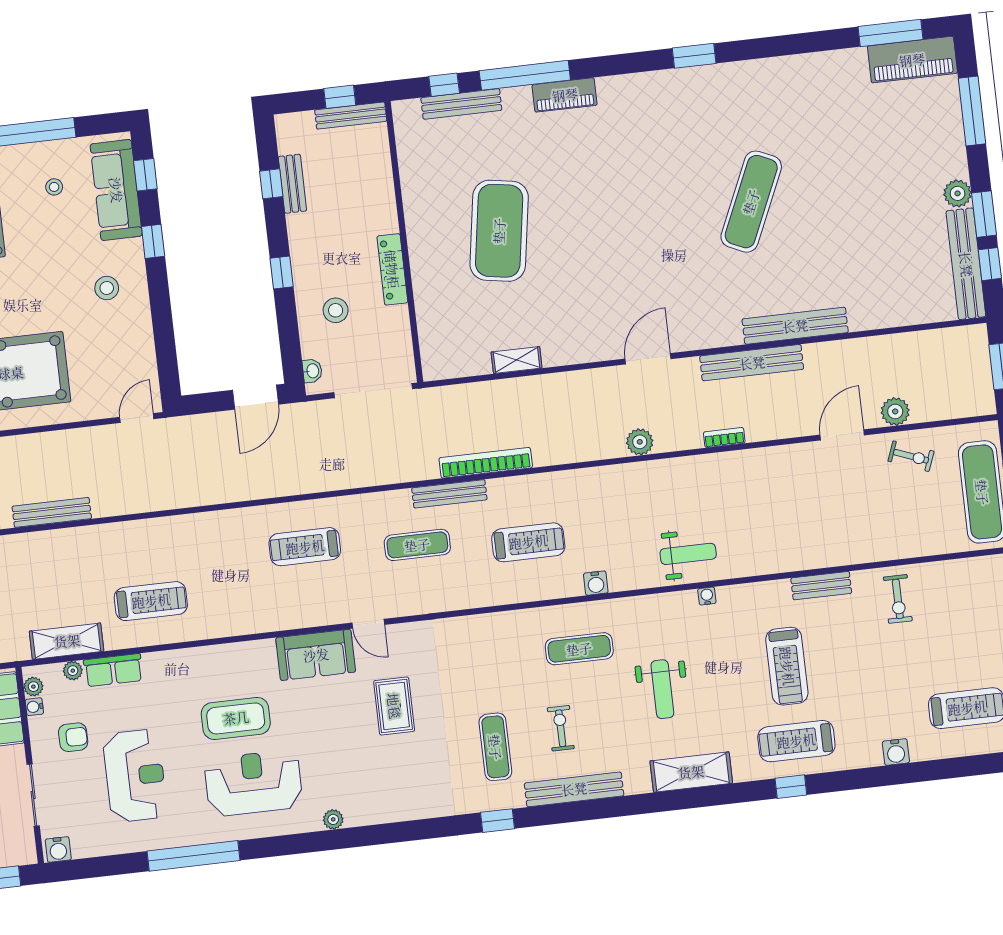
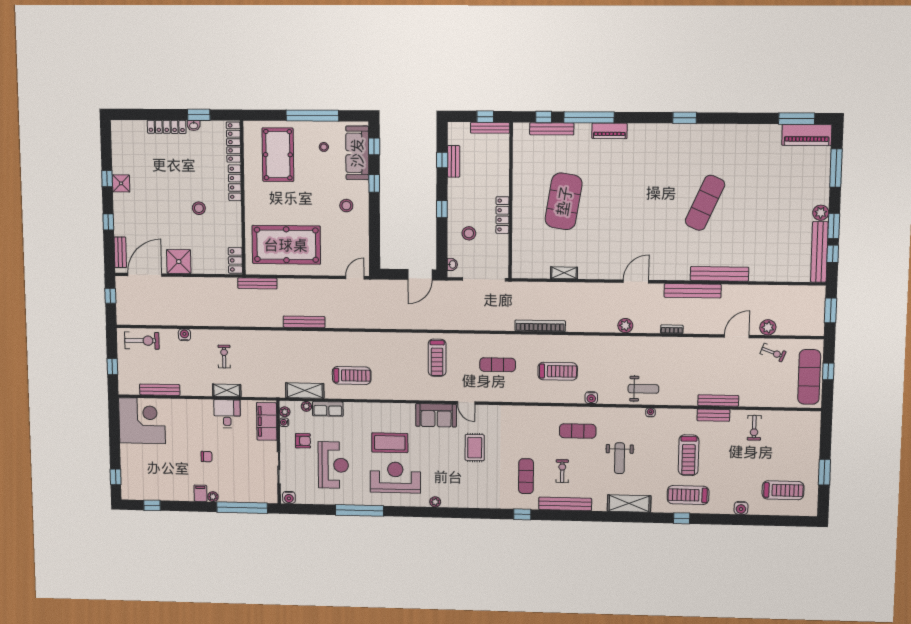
bench: (449, 494) -> (718, 401), moved
treadmill: (305, 547) -> (437, 358), turned -90

